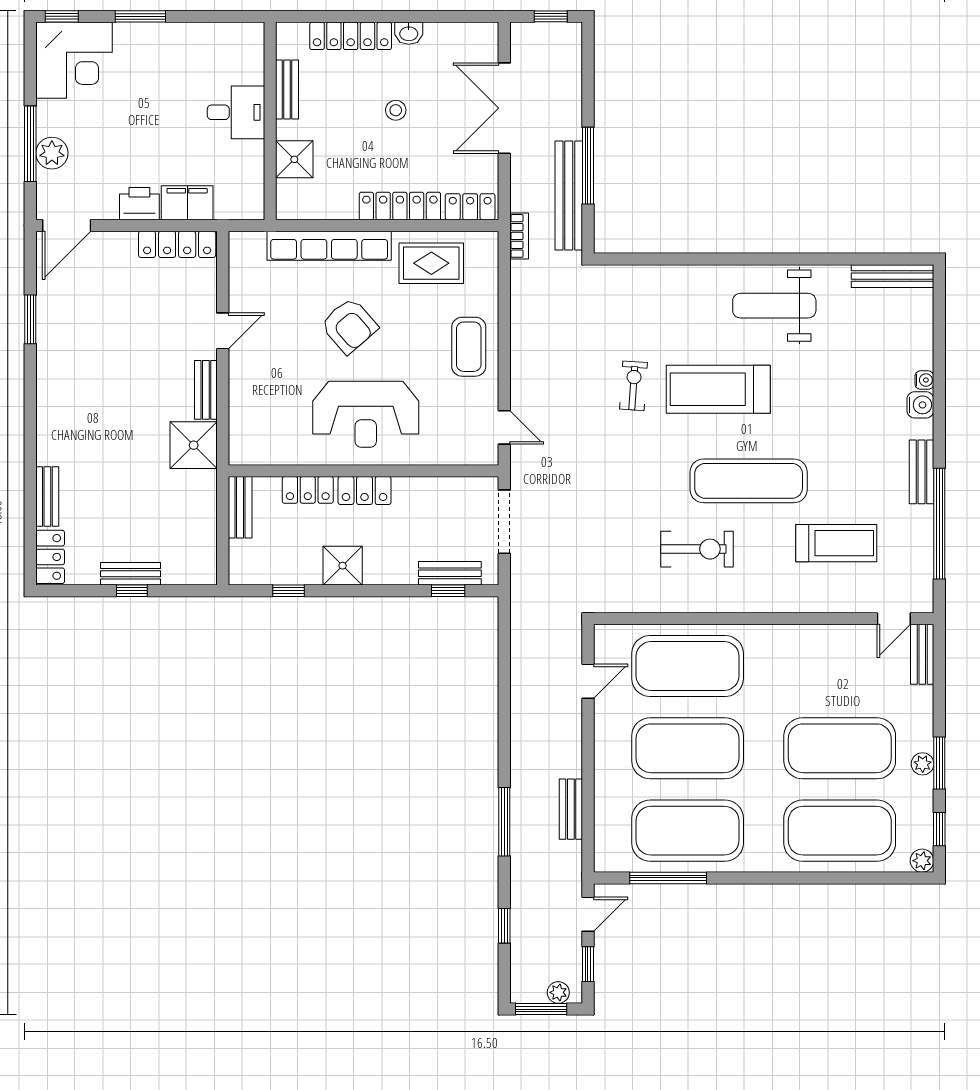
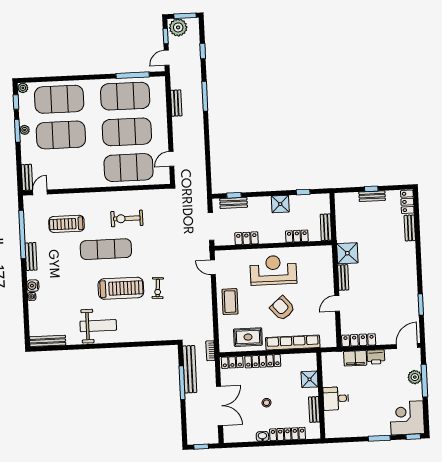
locker: (365, 490) -> (246, 238), moved
plant: (558, 992) -> (178, 27), width x1.88, depth x1.88

